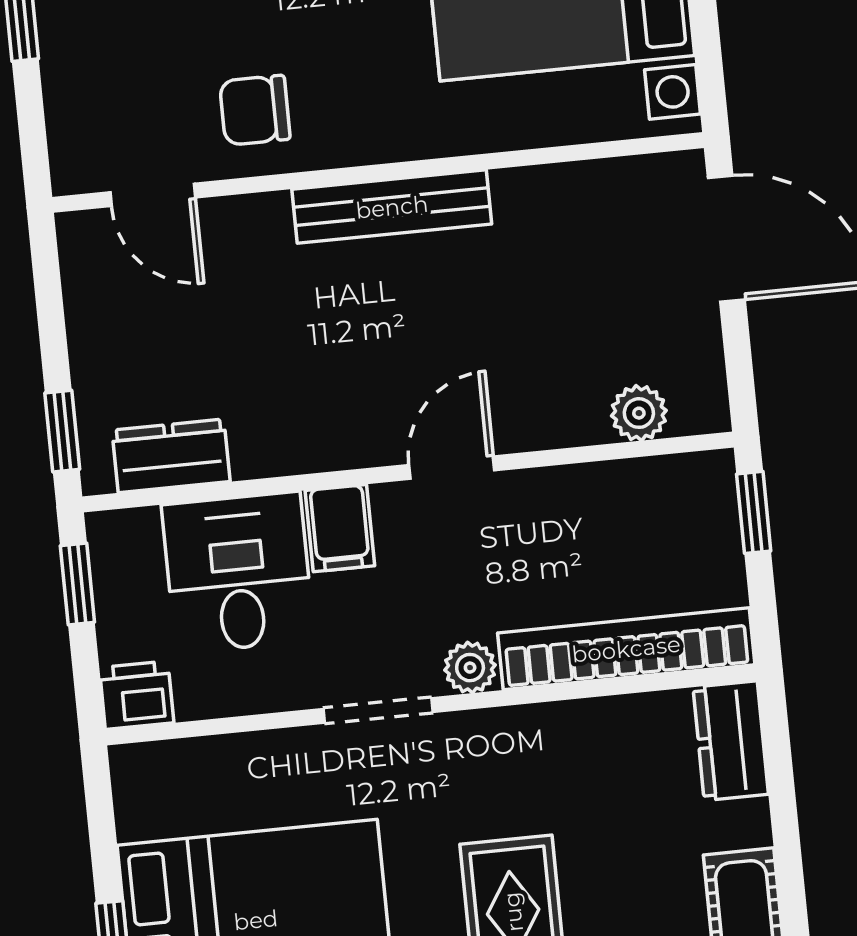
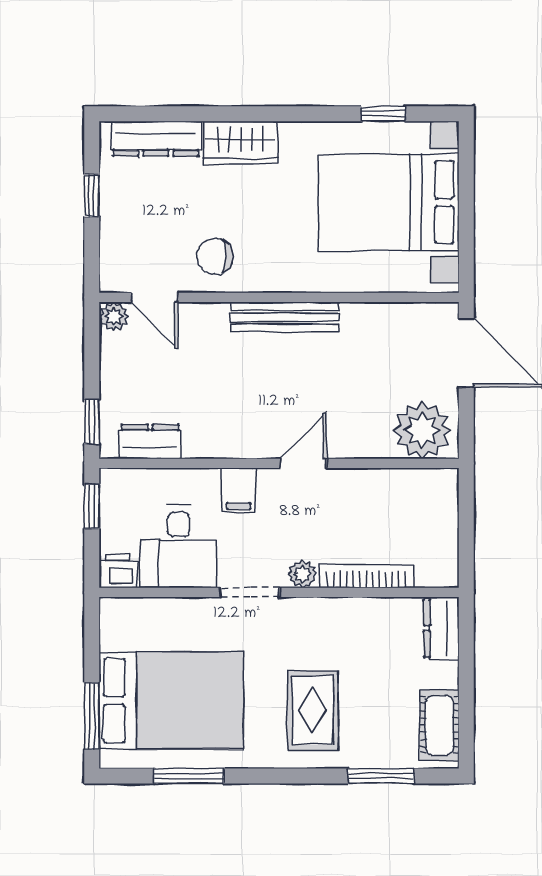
plant: (83, 237) -> (114, 316), added
plant: (639, 413) -> (422, 430), width x1.87, depth x1.87
window: (754, 512) -> (466, 504), removed
desk: (238, 573) -> (178, 547), moved, turned 180
bookcase: (626, 649) -> (366, 576), width x0.68, depth x0.76

